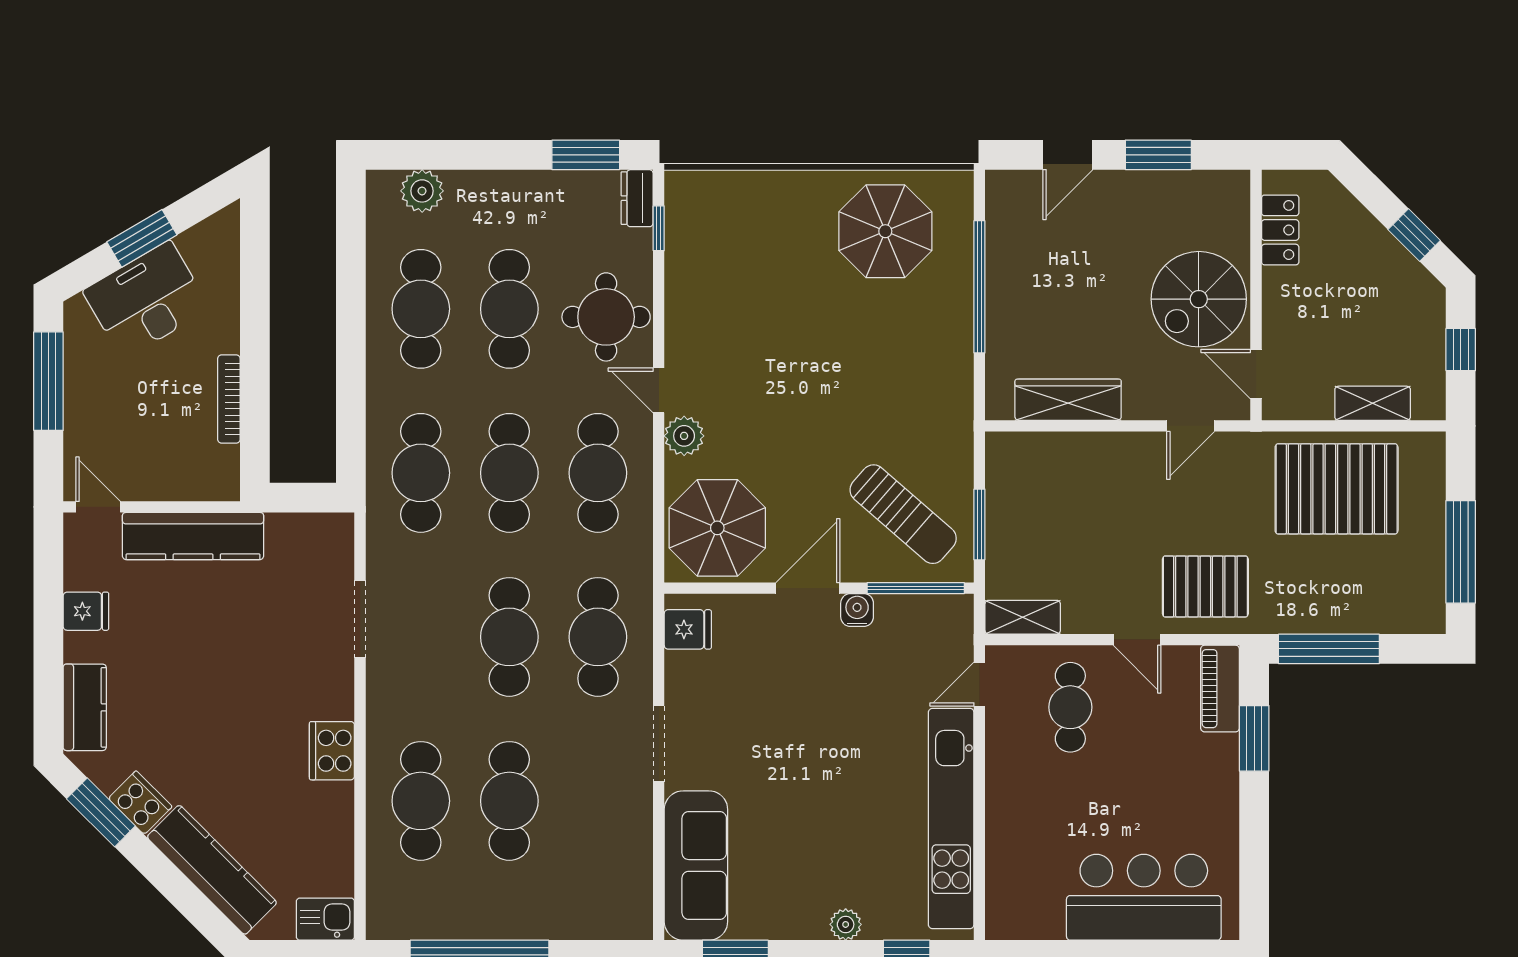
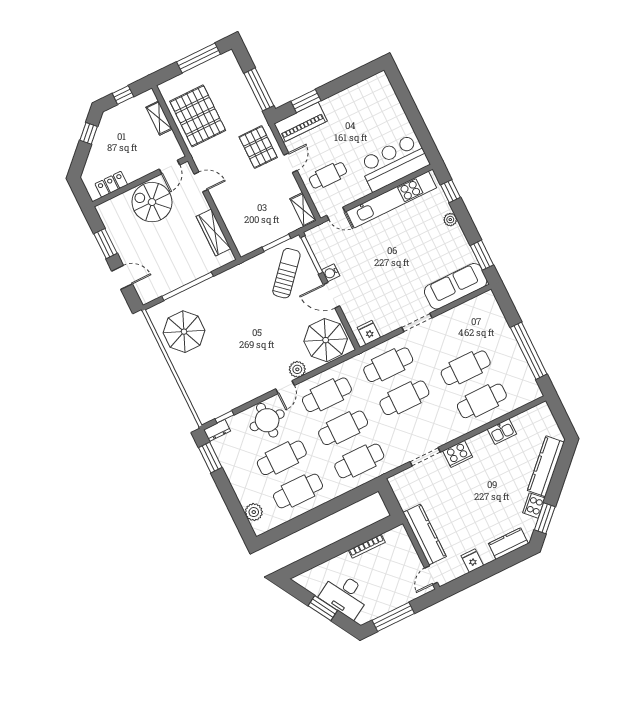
spiral stairs: (1199, 299) -> (152, 202), turned 180
piano: (1220, 689) -> (301, 122), width x1.37, depth x1.33
cooker: (332, 751) -> (458, 454), moved
bar counter: (1144, 897) -> (394, 163), moved, turned 90
kitchen sink: (325, 919) -> (502, 432), moved, turned -90

